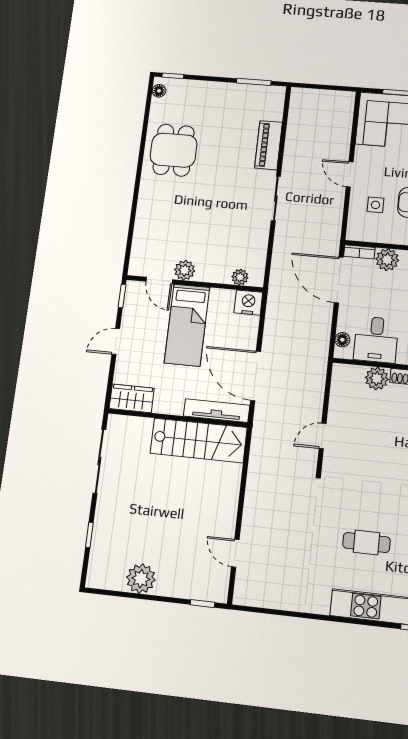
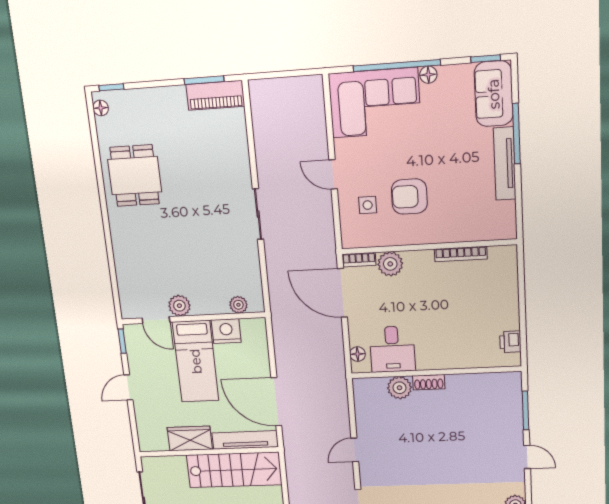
piano: (268, 145) -> (215, 95), moved, turned -90
nightstand: (248, 303) -> (226, 331), moved
wardrobe: (132, 398) -> (190, 438), moved

